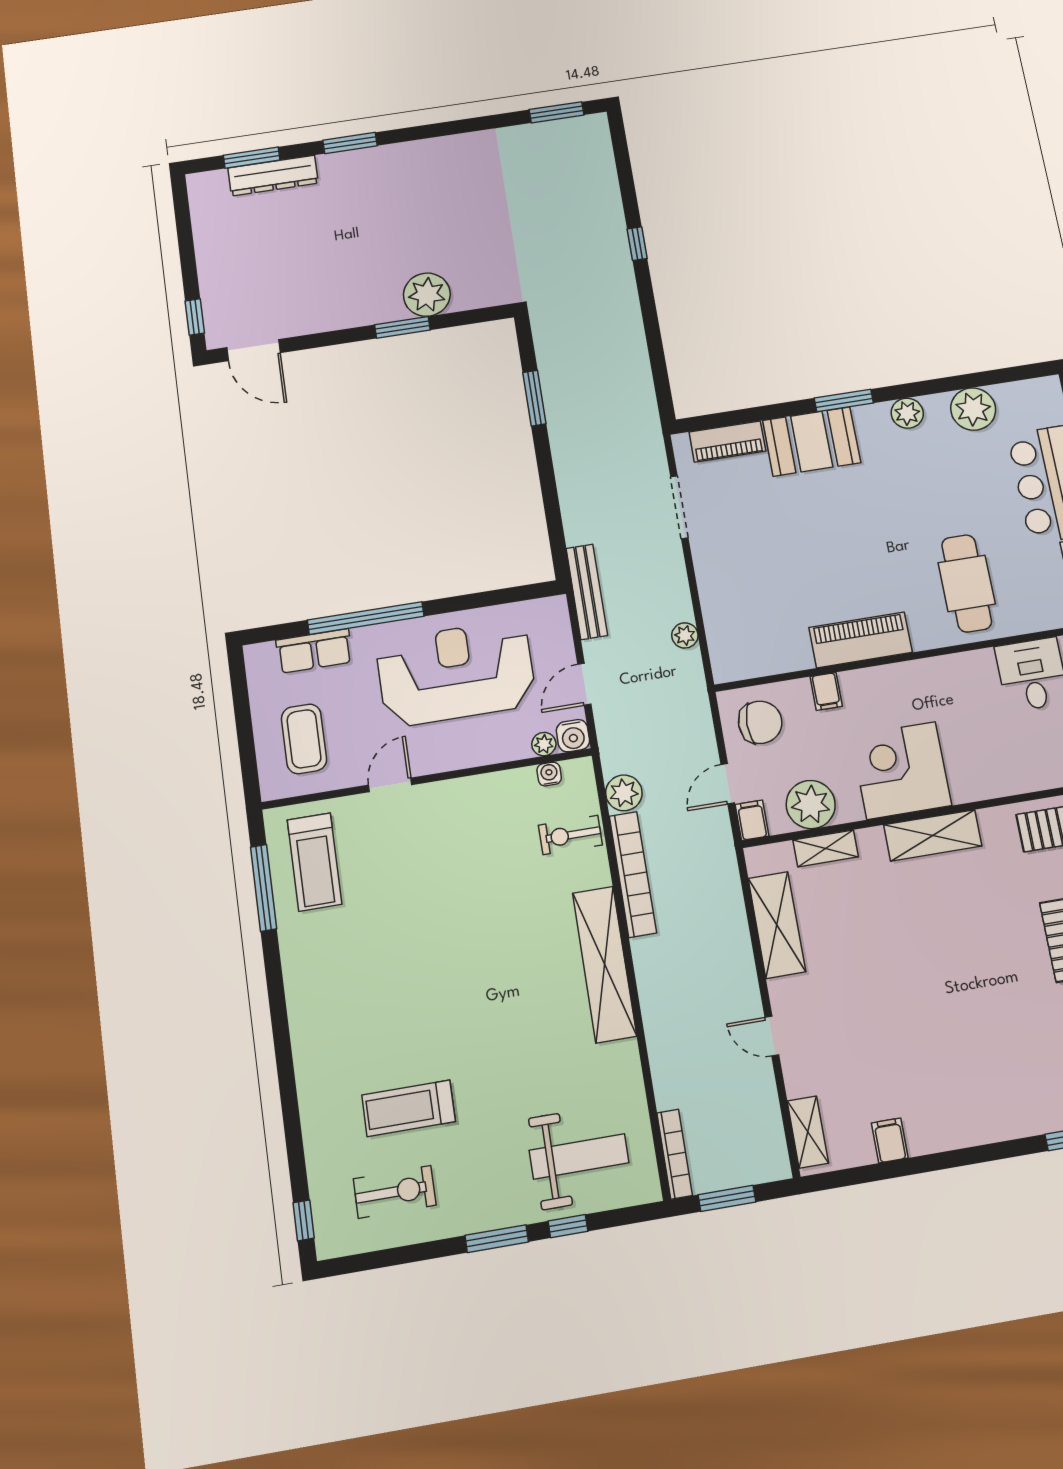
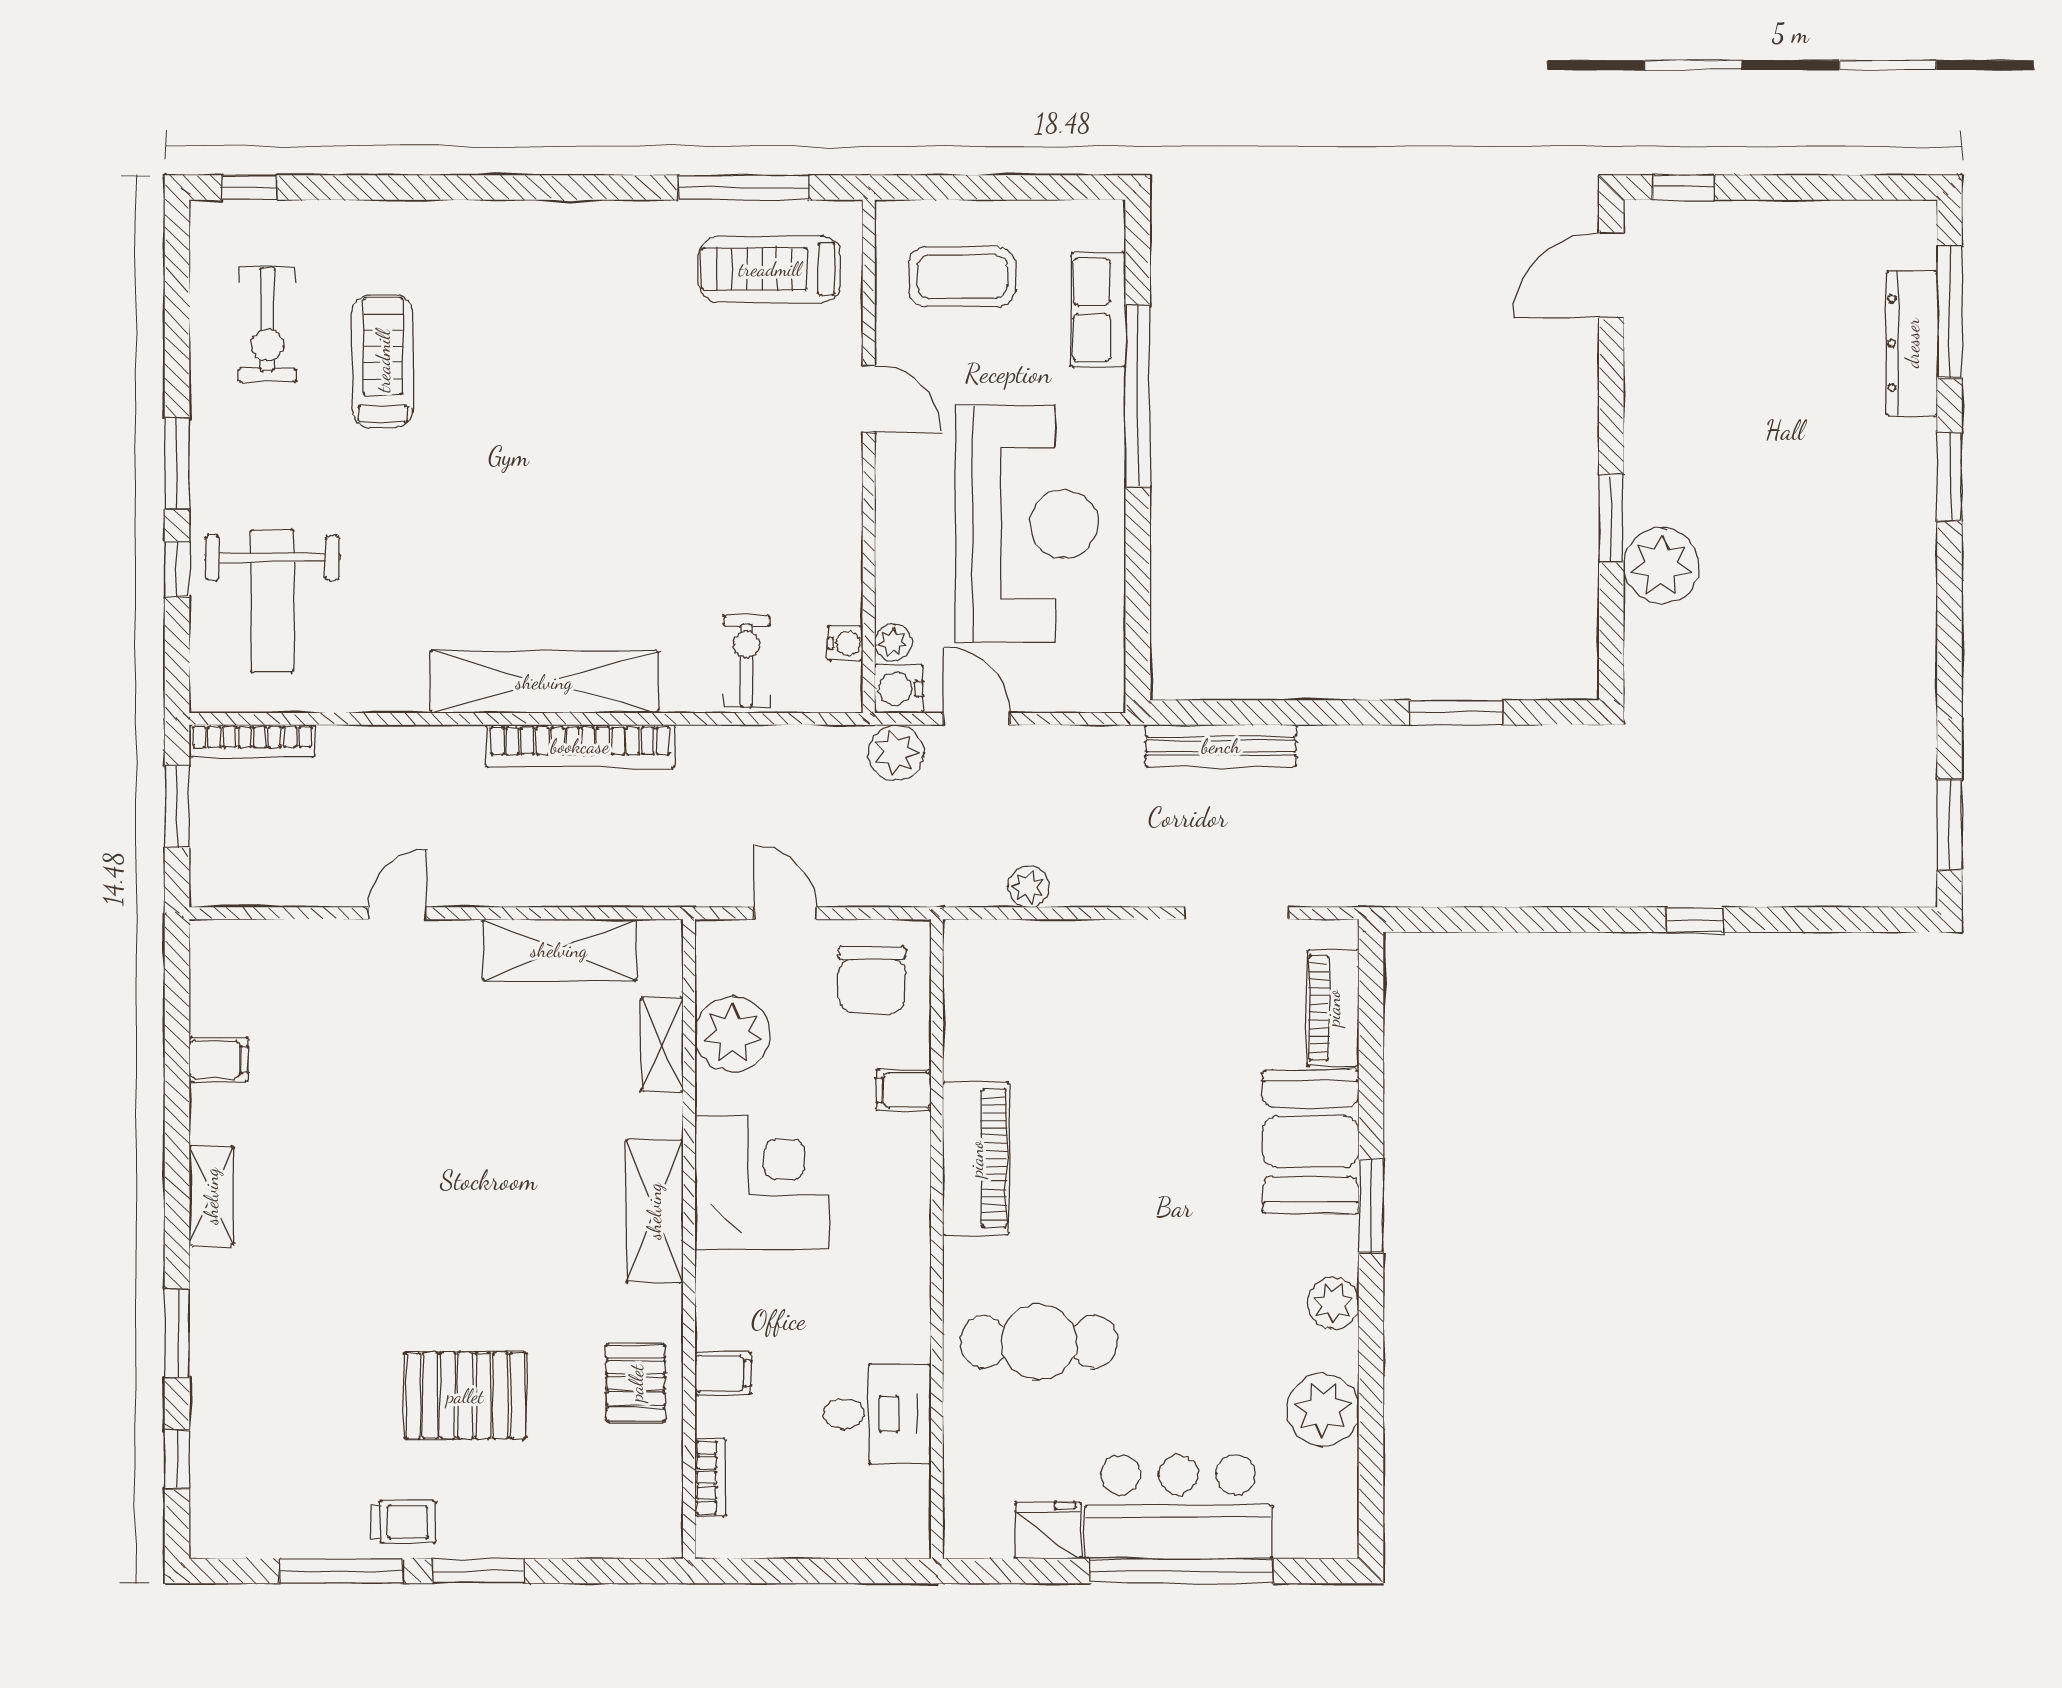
window: (252, 158) -> (1950, 312), width x1.44
bench: (587, 592) -> (1221, 746), moved
plant: (624, 793) -> (896, 753), moved
filing cabinet: (752, 820) -> (723, 1374), moved
bookcase: (633, 874) -> (580, 746), moved
shelving: (808, 1132) -> (211, 1196), moved, turned 90

